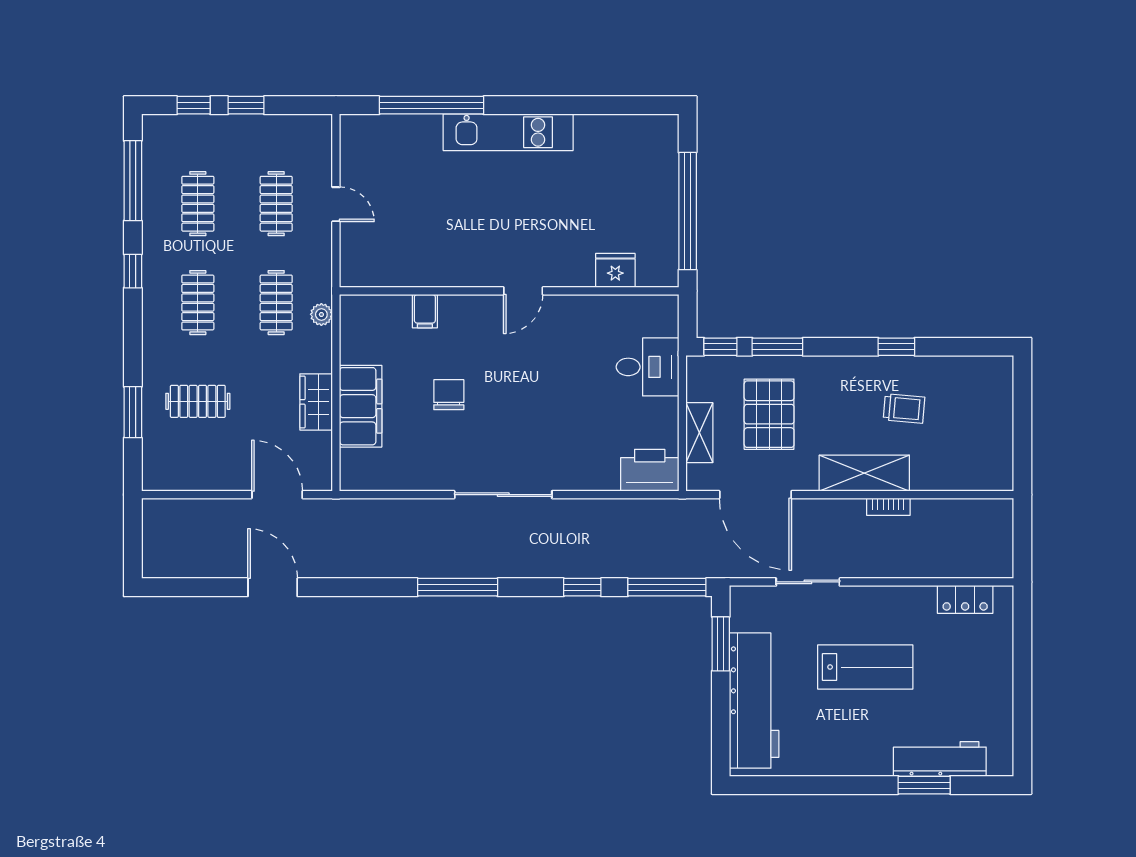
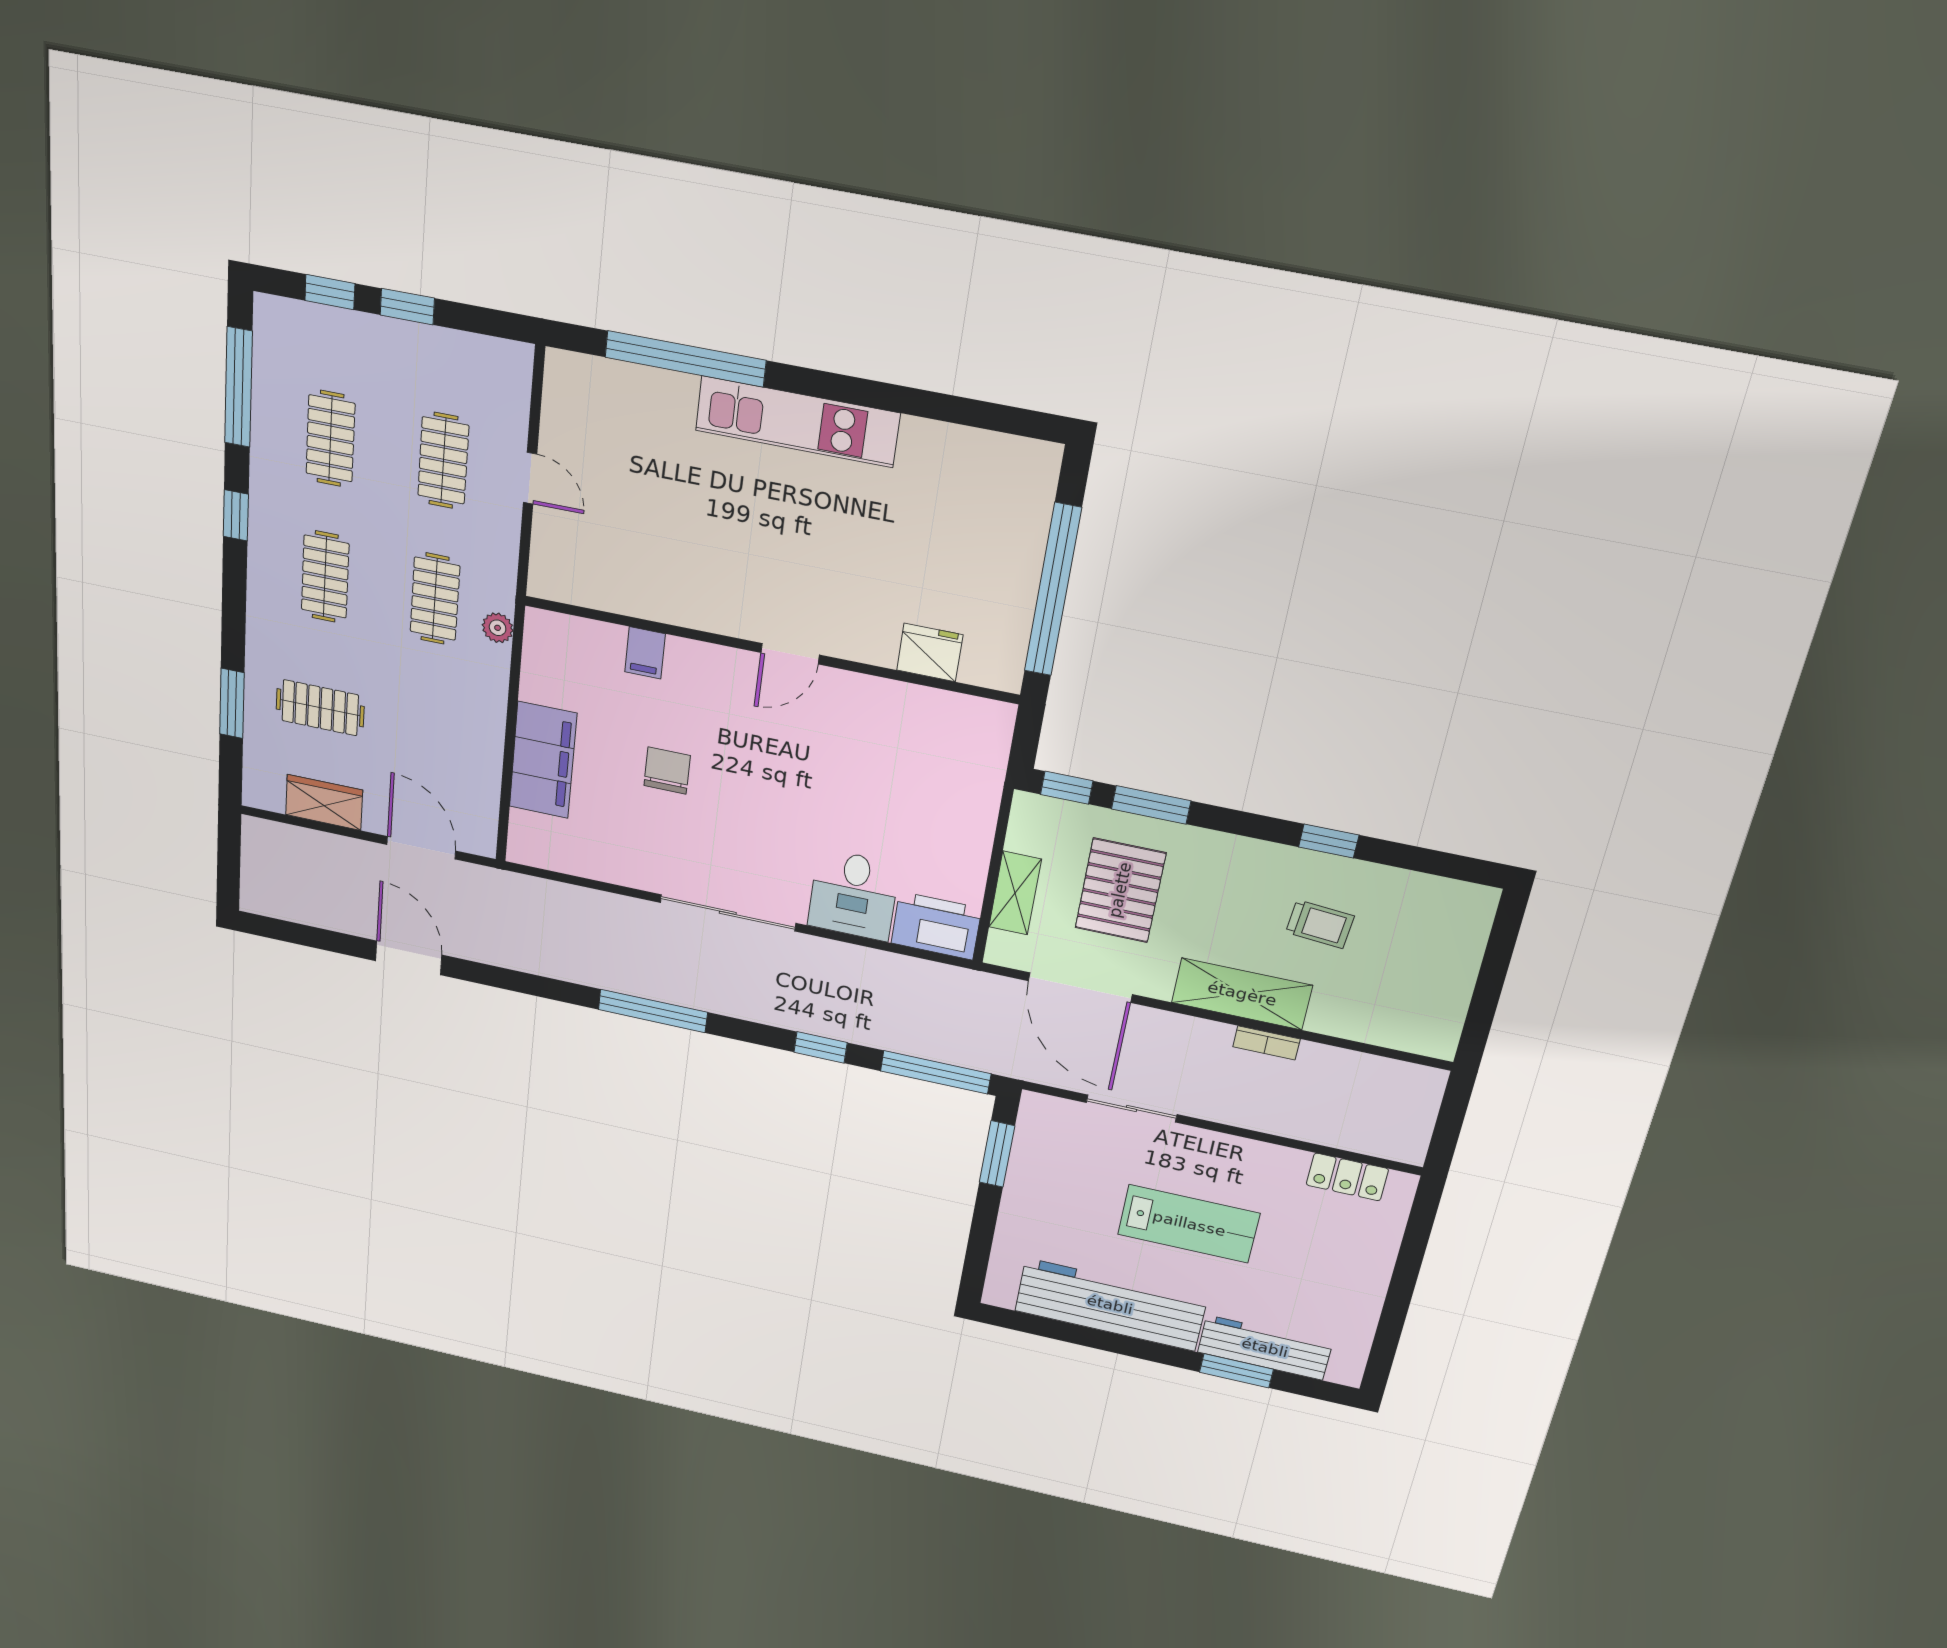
desk: (648, 367) -> (853, 895), moved, turned 90
wardrobe: (316, 402) -> (324, 802), moved, turned 90
workbench: (754, 701) -> (1110, 1305), moved, turned -90

